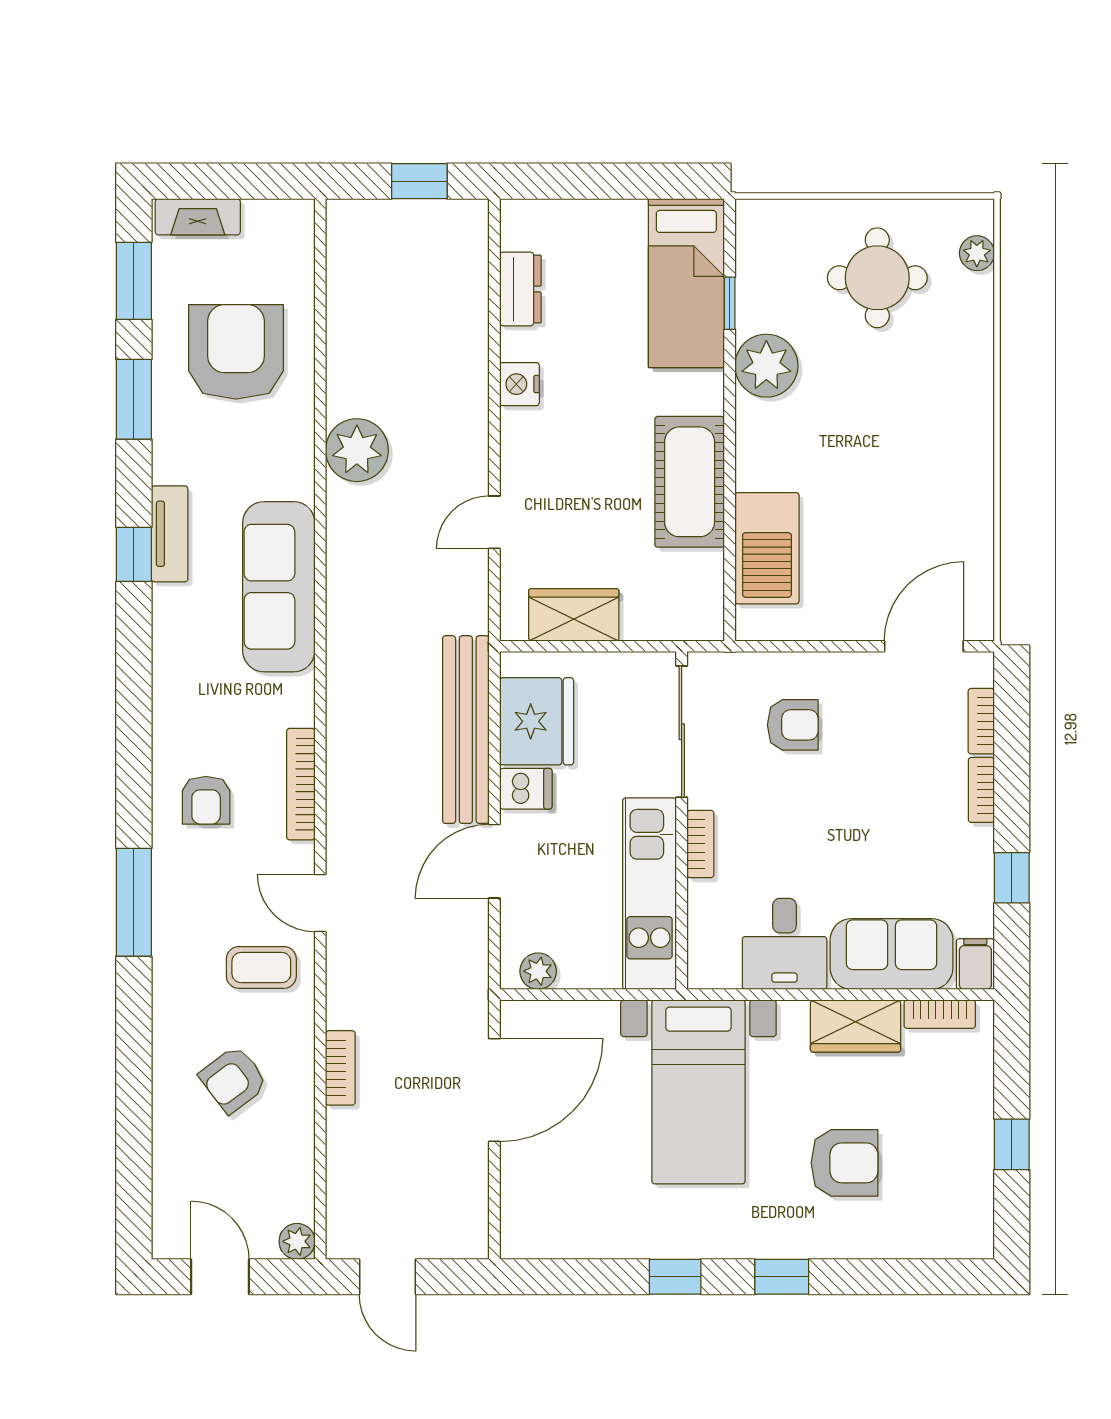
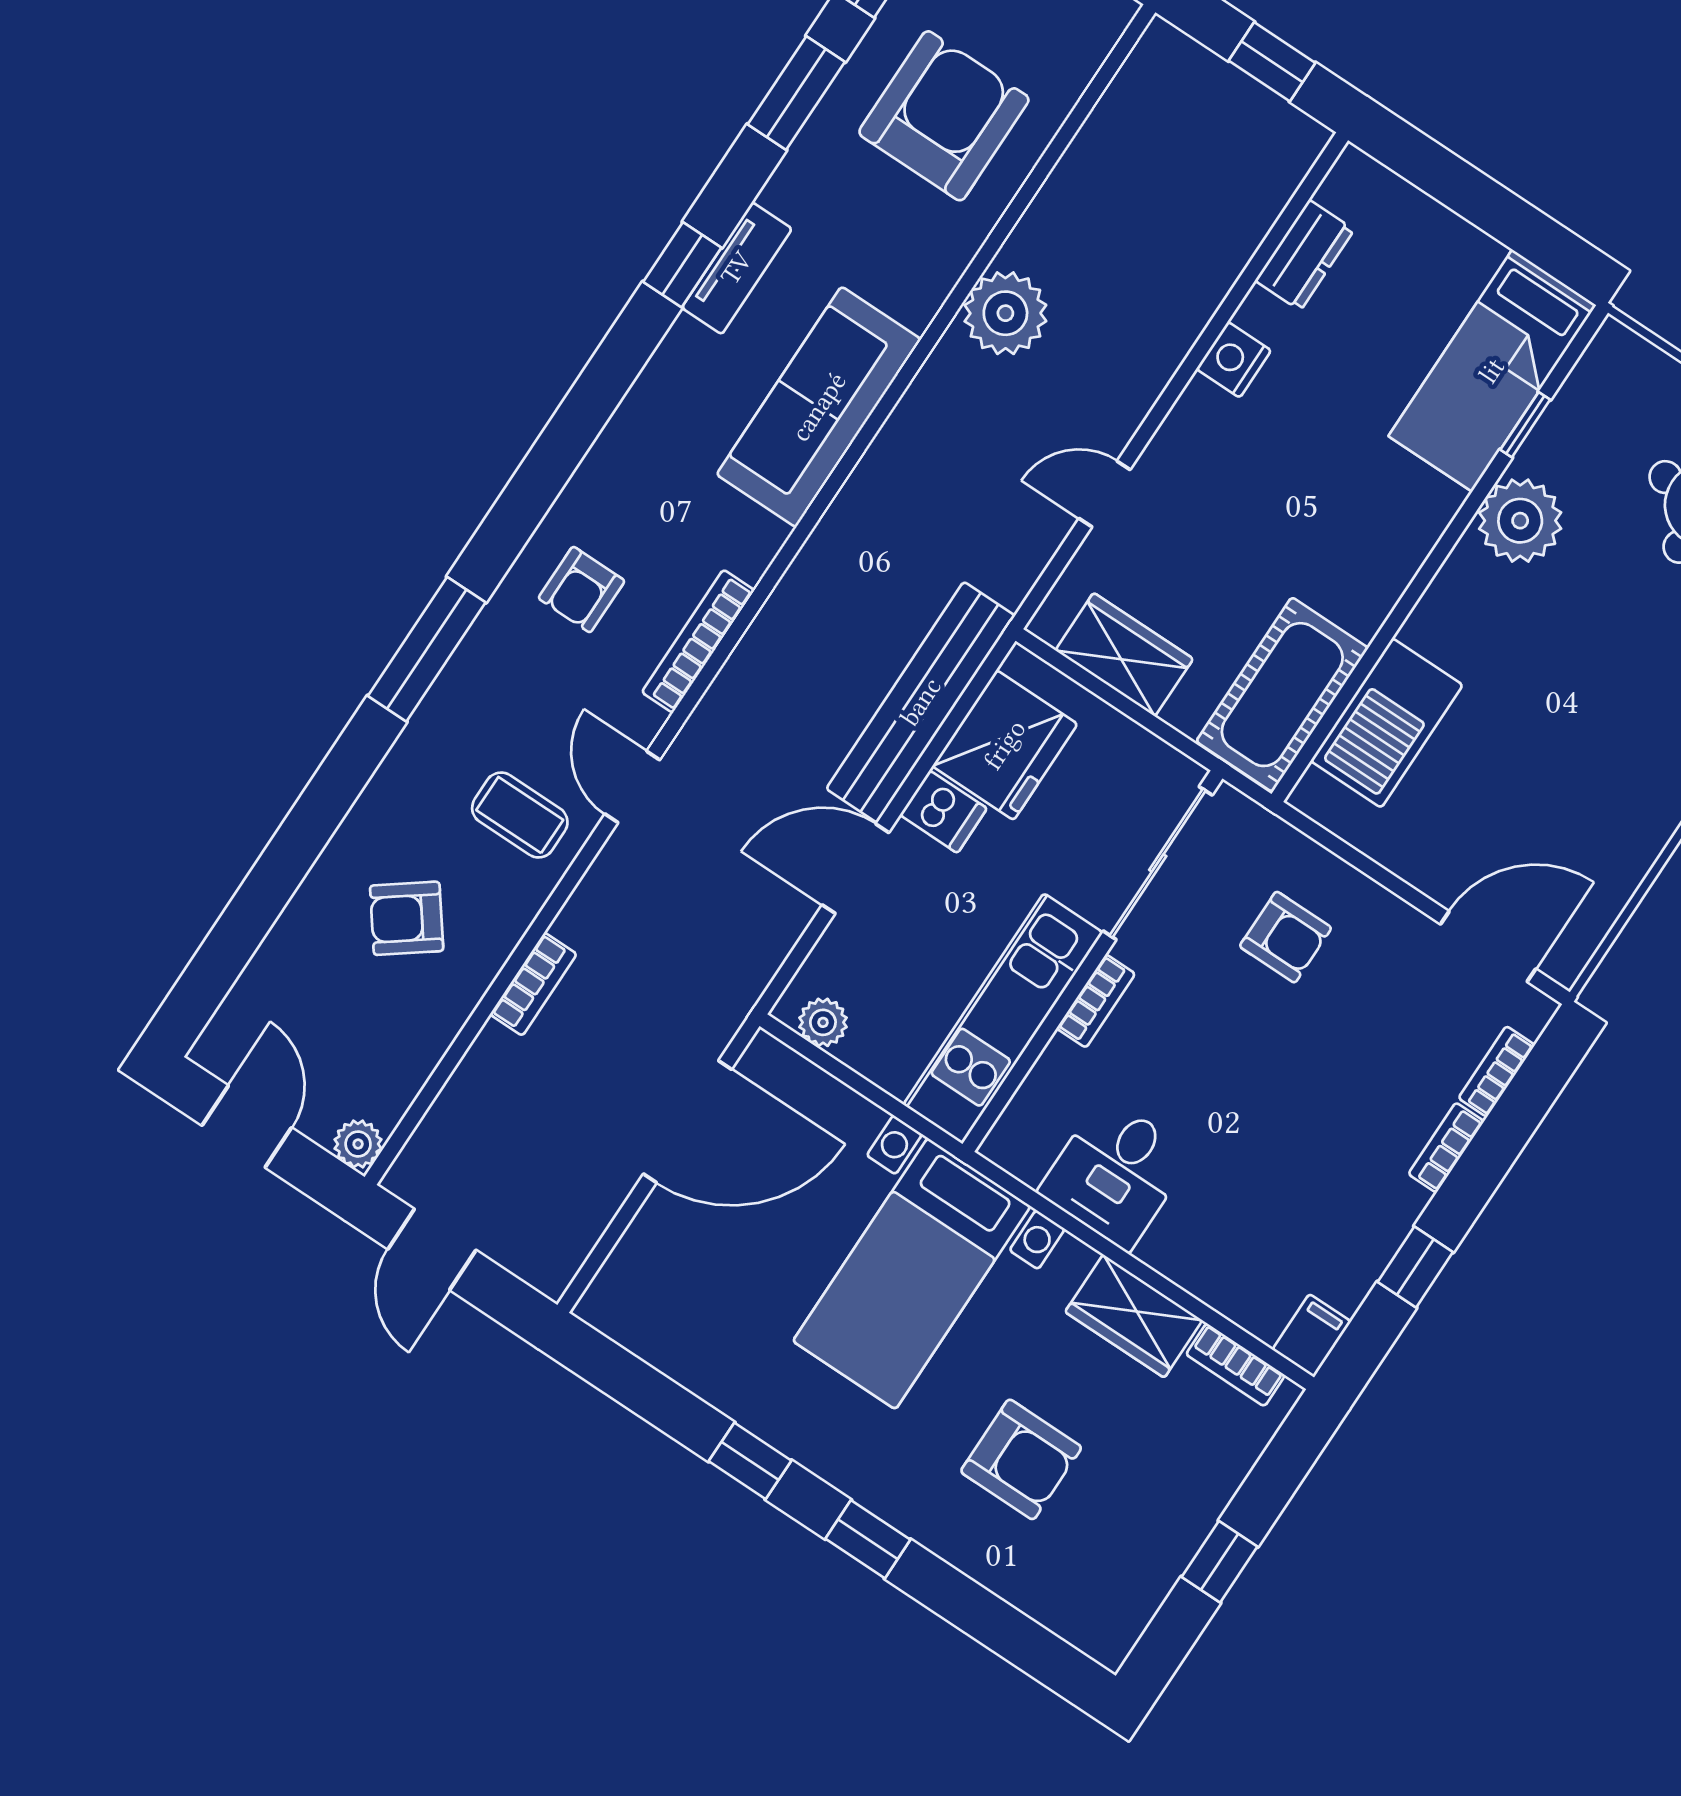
cot: (690, 482) -> (1282, 695), moved
sofa: (892, 954) -> (1226, 1263), removed

